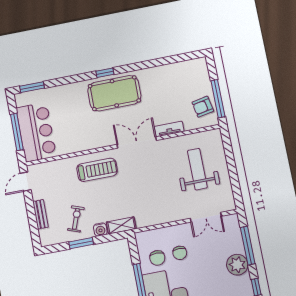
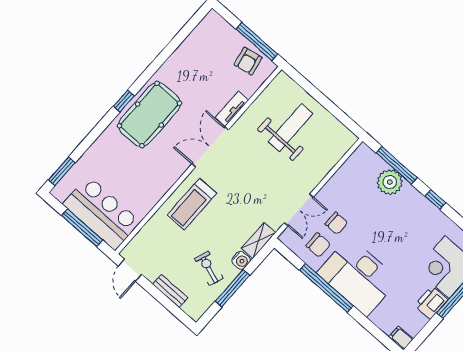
weight bench: (197, 169) -> (290, 128), turned 90
treadmill: (97, 170) -> (192, 204), turned 180
double door: (206, 217) -> (299, 210), moved
window: (81, 243) -> (232, 288), width x1.44
plant: (237, 265) -> (390, 182), moved

